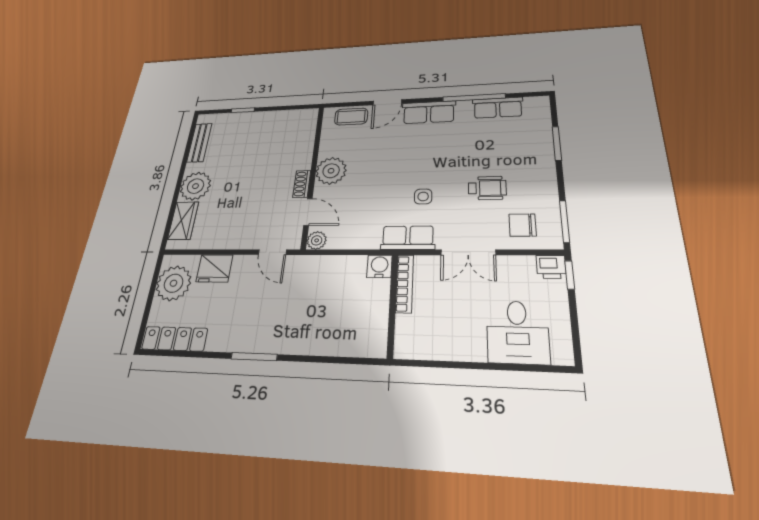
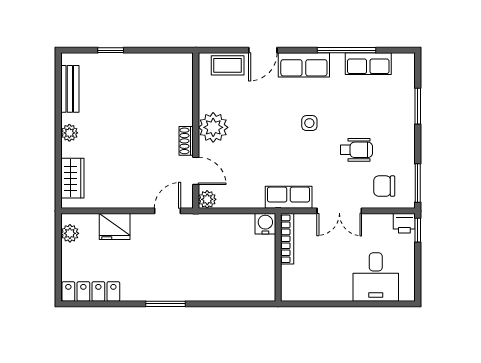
plant: (196, 186) -> (69, 133), width x0.53, depth x0.53
side table: (423, 196) -> (309, 123), moved
door: (272, 252) -> (167, 211), swing flipped
plant: (174, 283) -> (70, 233), width x0.53, depth x0.53

